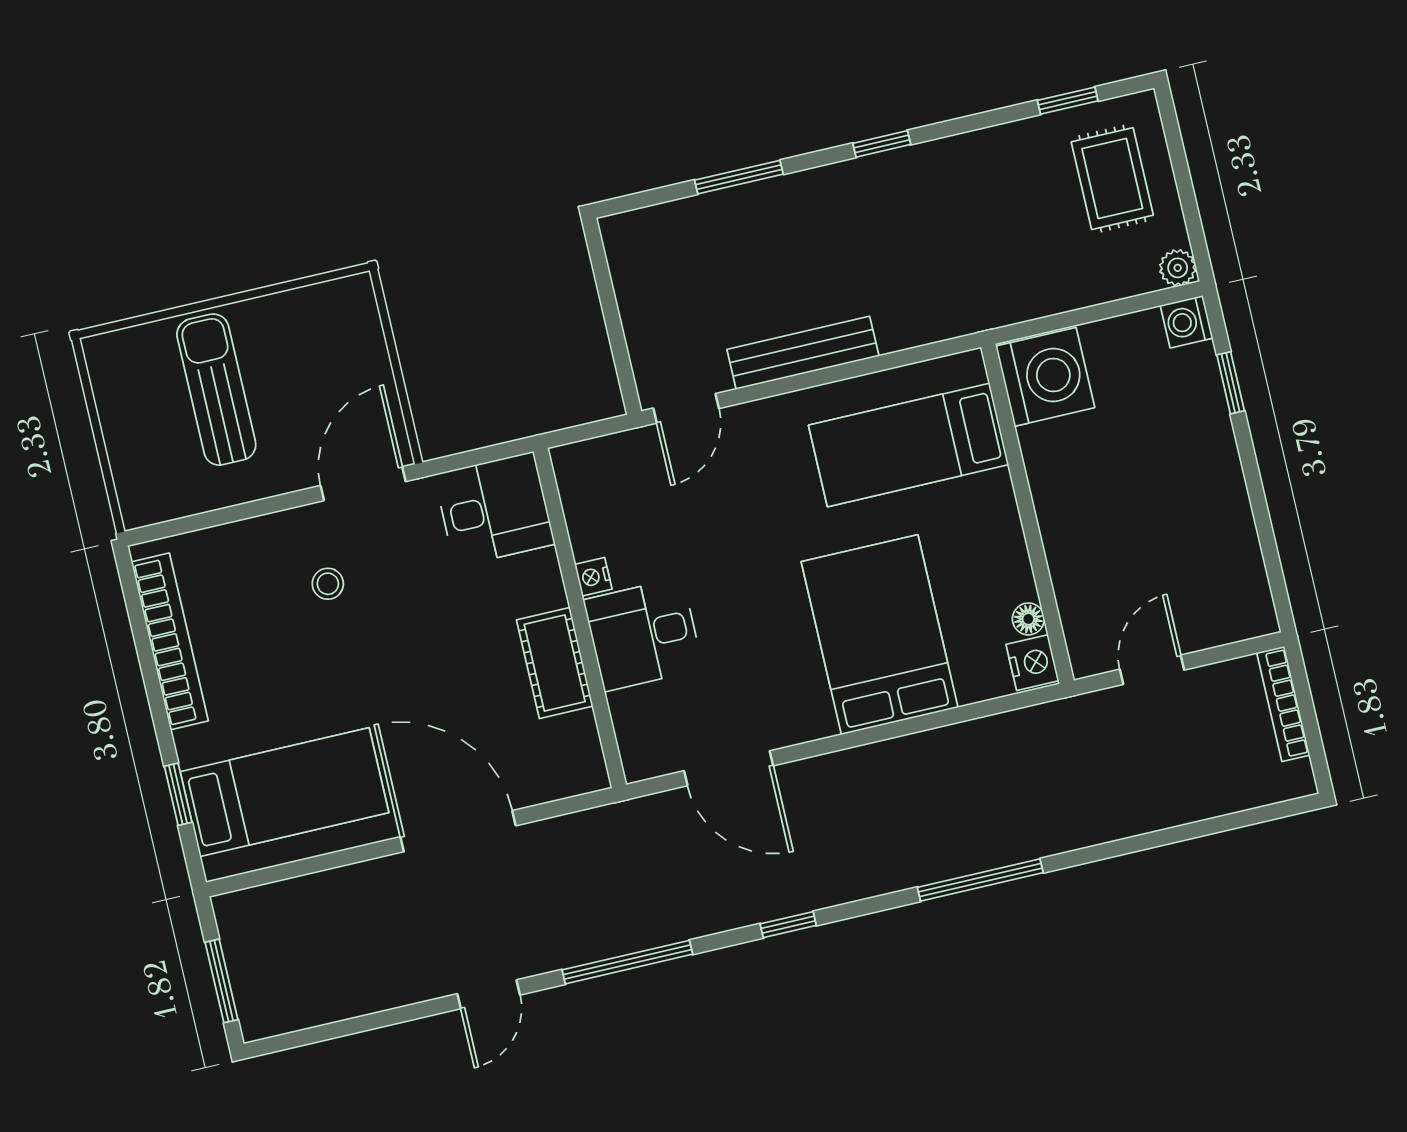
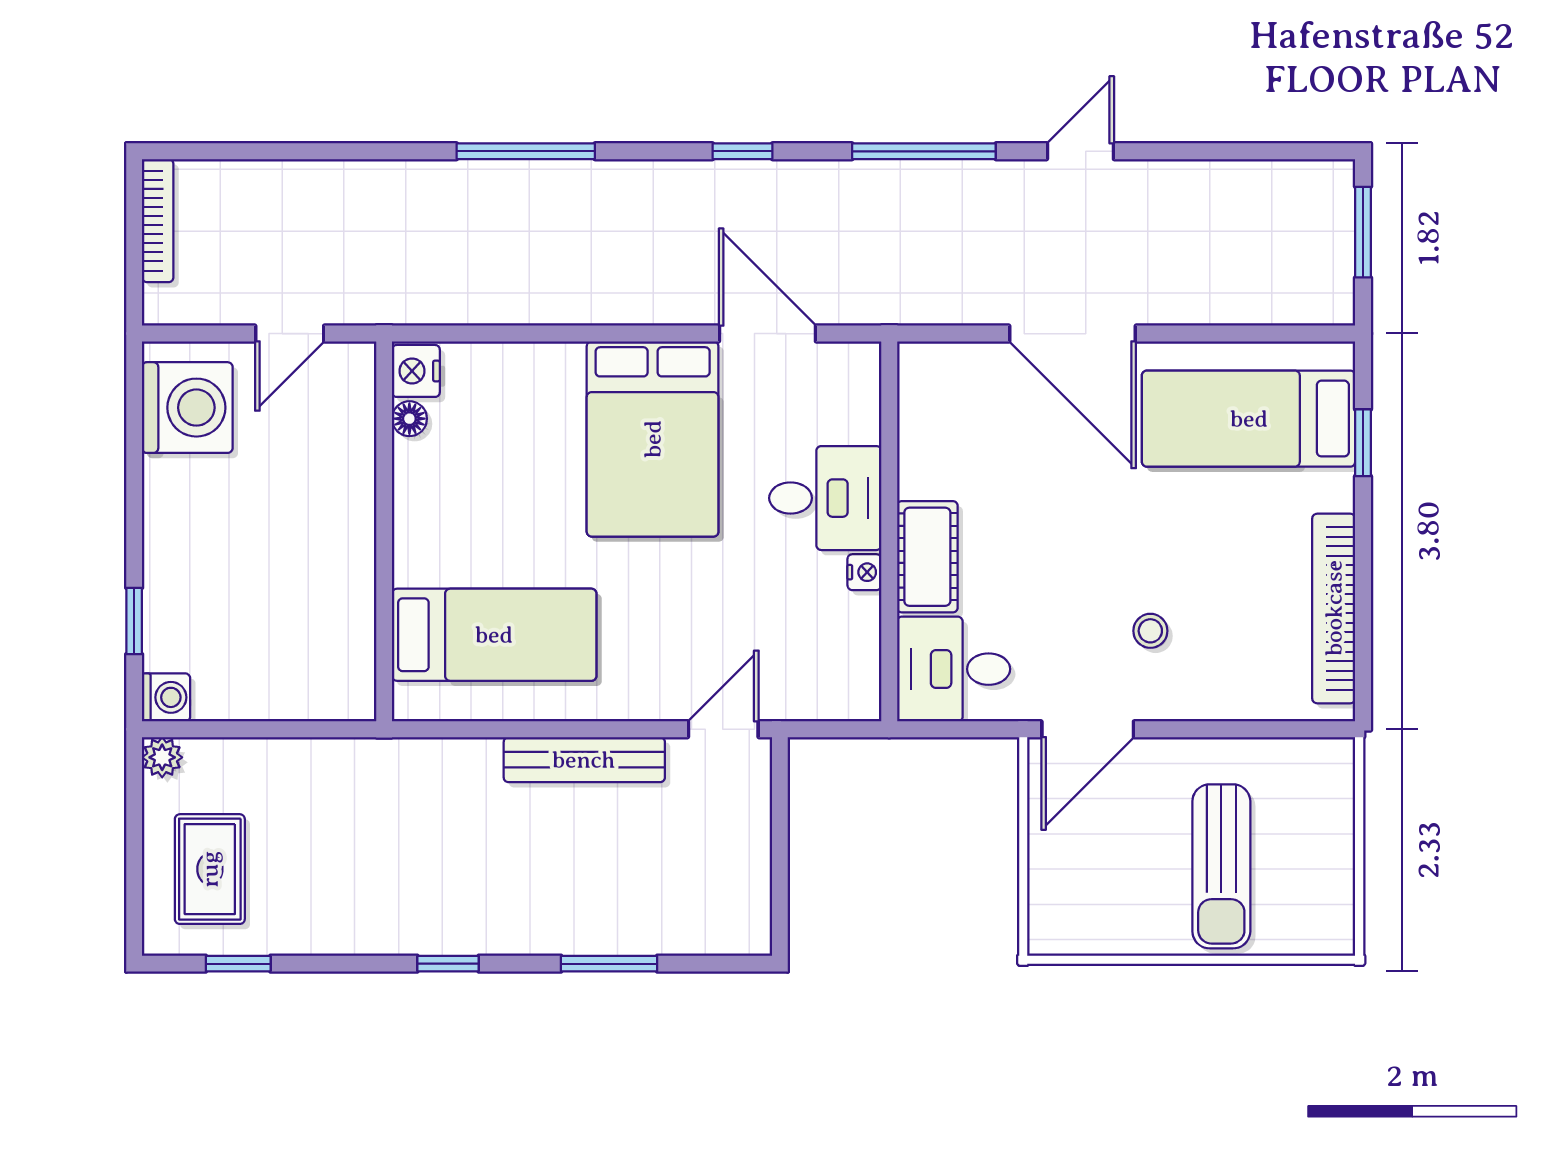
washing machine: (1045, 377) -> (187, 408), moved, turned 180
bed: (880, 635) -> (653, 439), moved
cot: (555, 663) -> (927, 557), moved
bookcase: (1283, 704) -> (158, 221), moved

